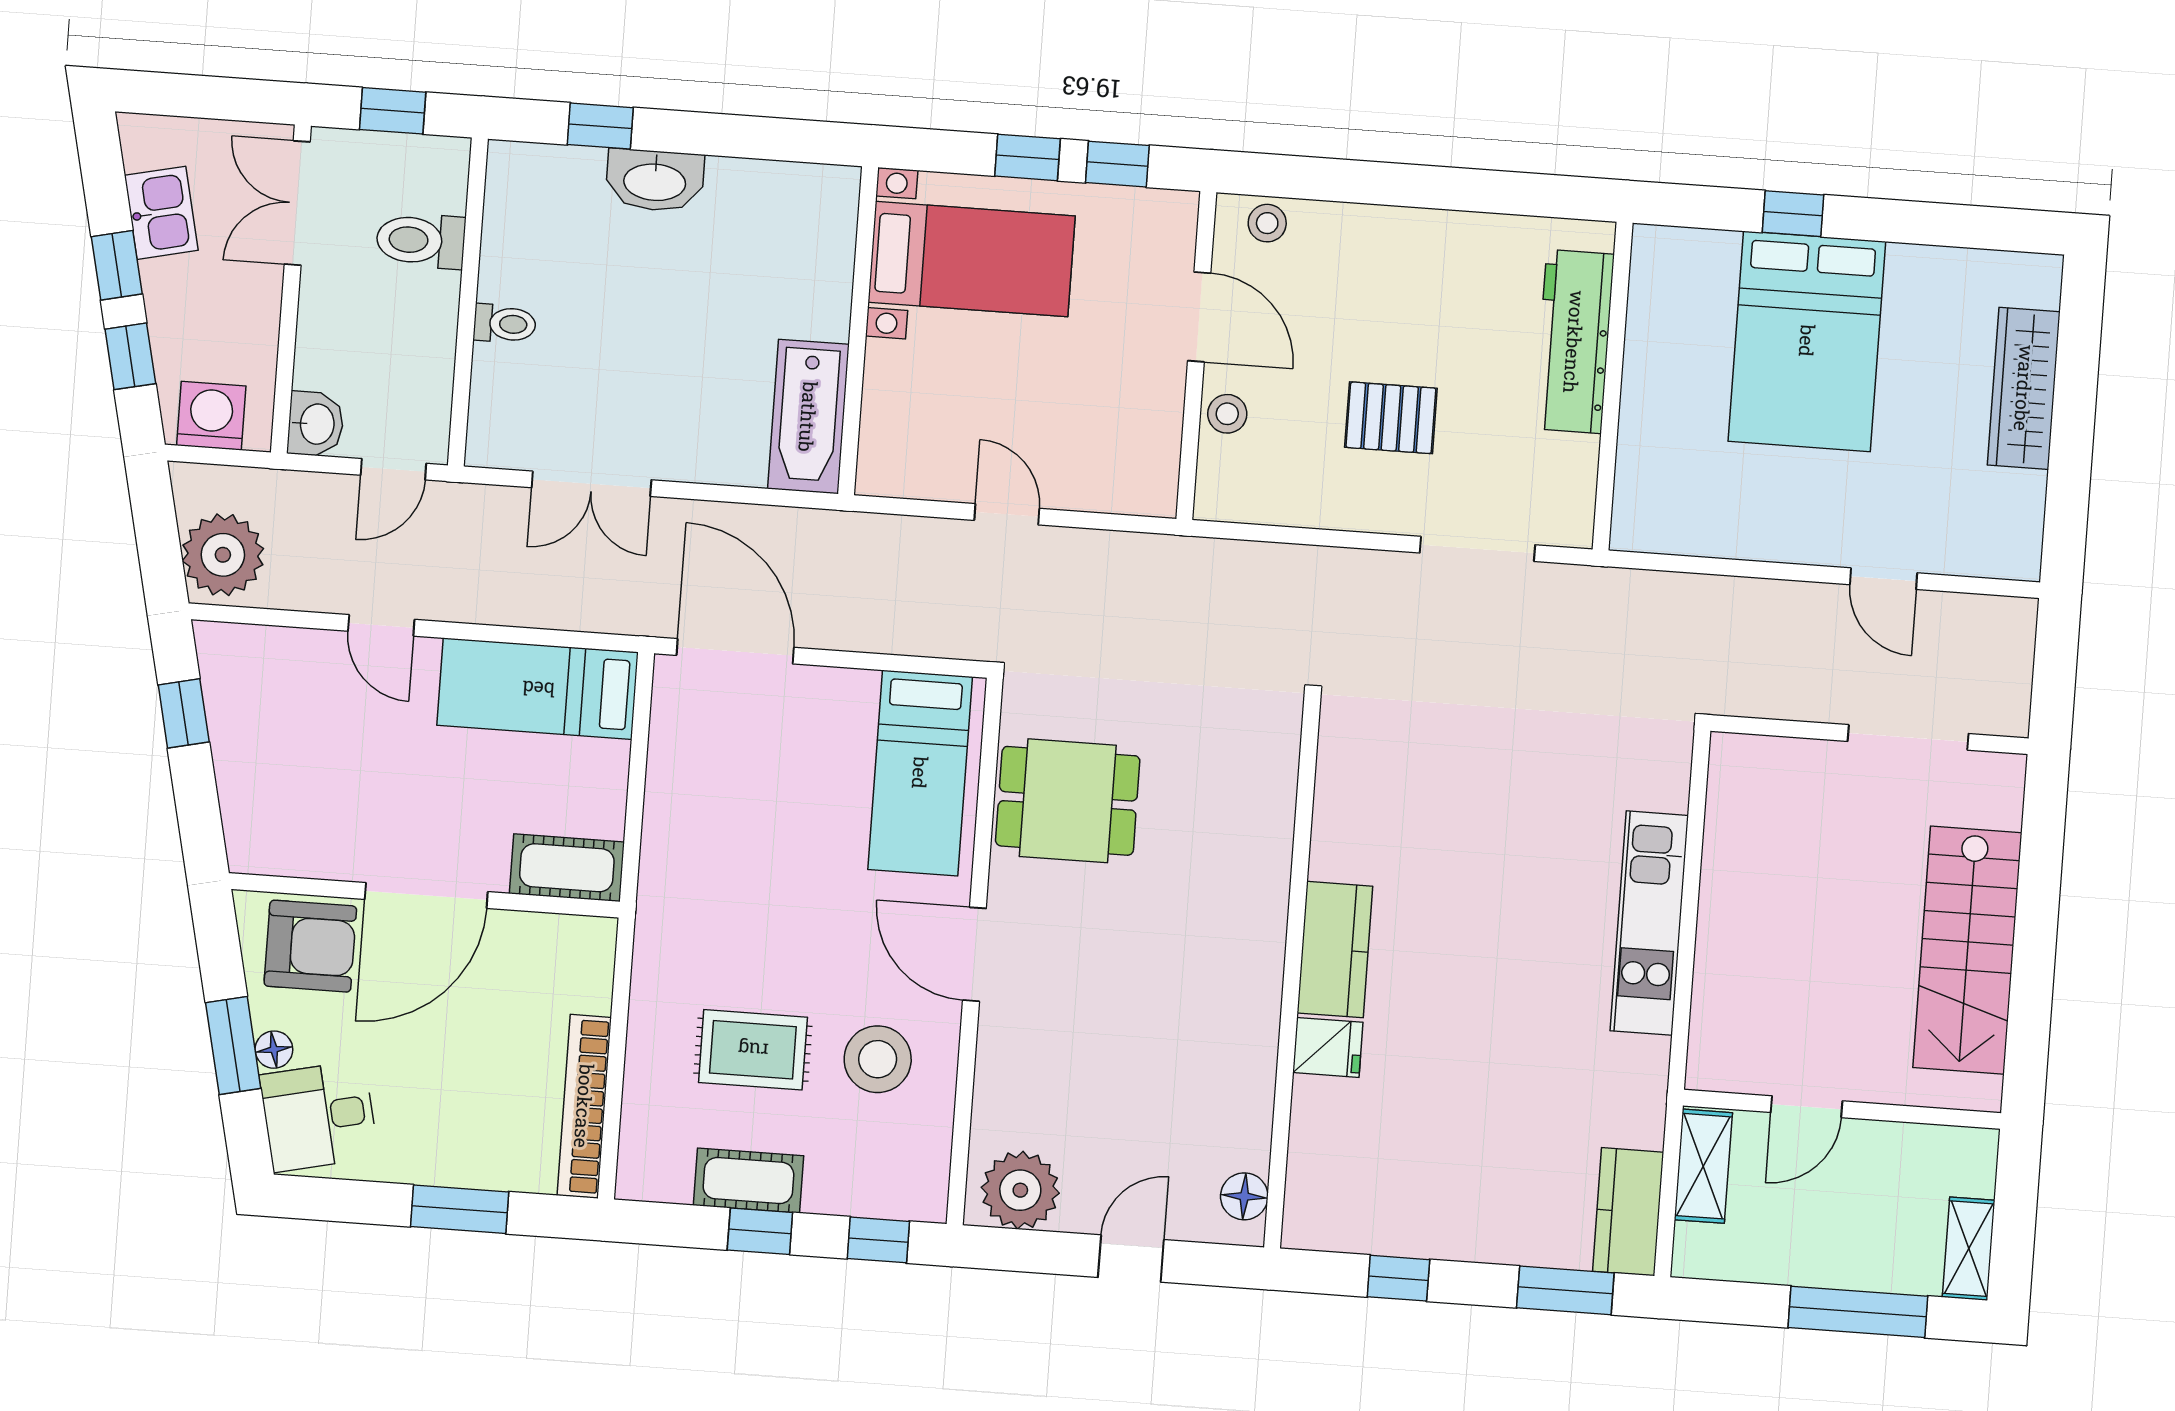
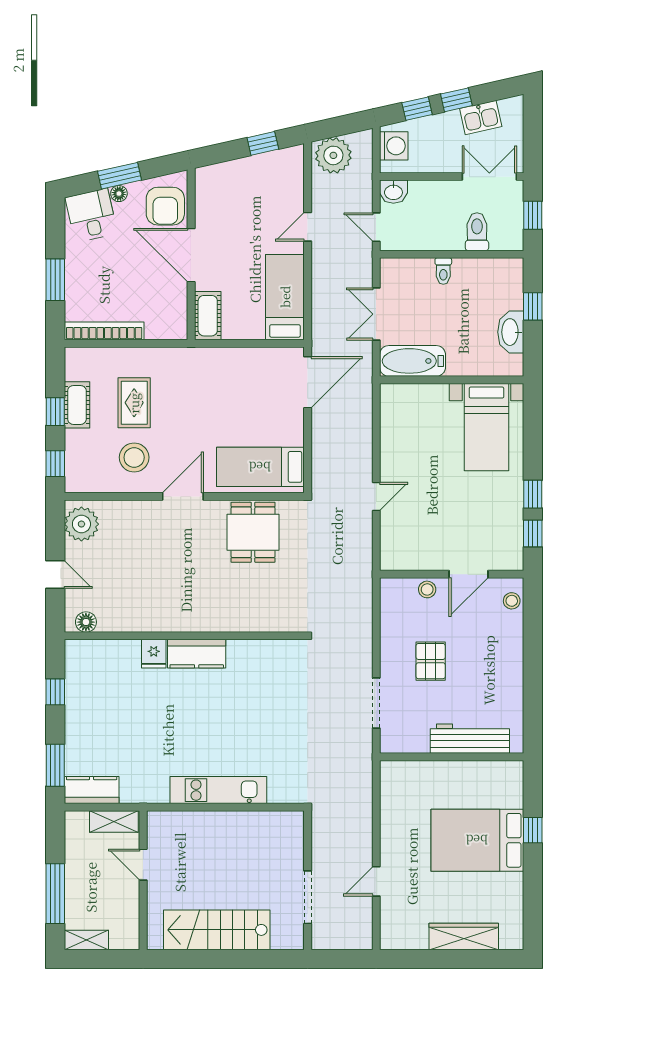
bed with nightstands: (972, 259) -> (487, 427), moved
wall: (858, 331) -> (452, 380), moved
bathtub: (808, 417) -> (413, 361), moved

